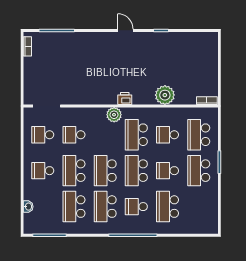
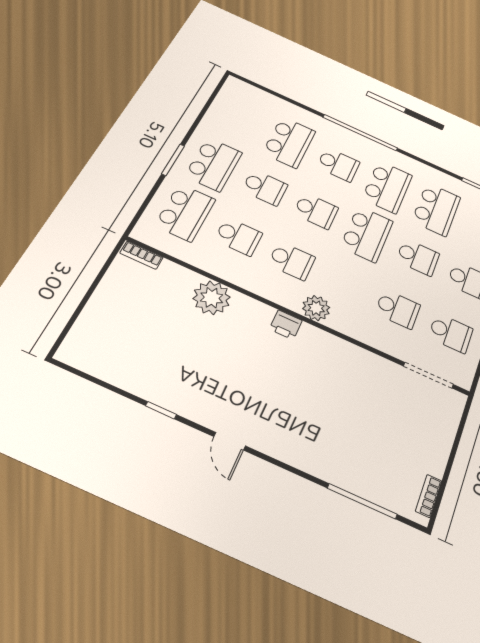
school desk: (136, 135) -> (292, 261), width x0.54
school desk: (74, 171) -> (418, 257), width x0.54
school desk: (136, 171) -> (316, 211), width x0.54

